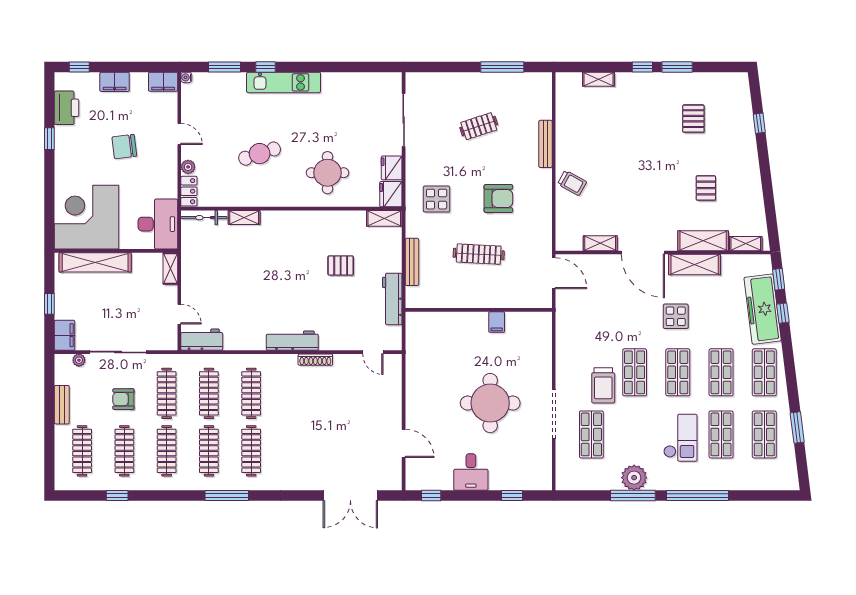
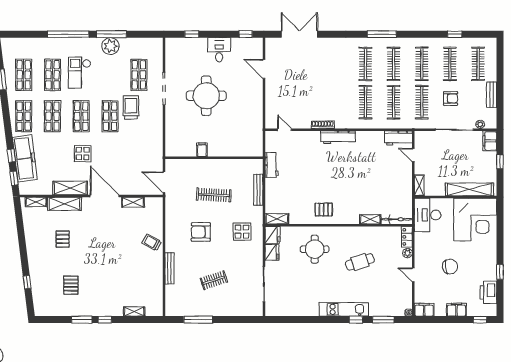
pallet: (341, 265) -> (324, 210), moved
workbench: (392, 299) -> (272, 165), width x0.73

